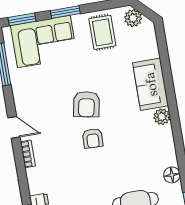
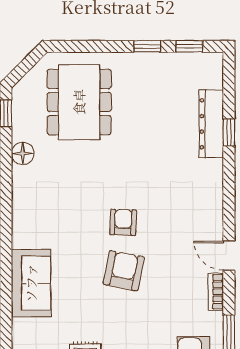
plant: (162, 117) -> (23, 236), removed
bookcase: (28, 154) -> (216, 292), moved

